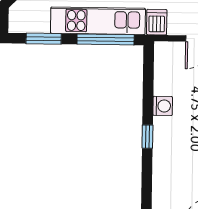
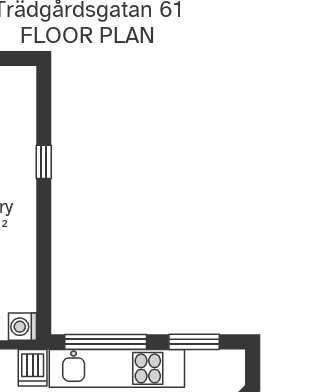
washing machine: (163, 106) -> (23, 327), moved
window: (147, 137) -> (44, 162), moved

